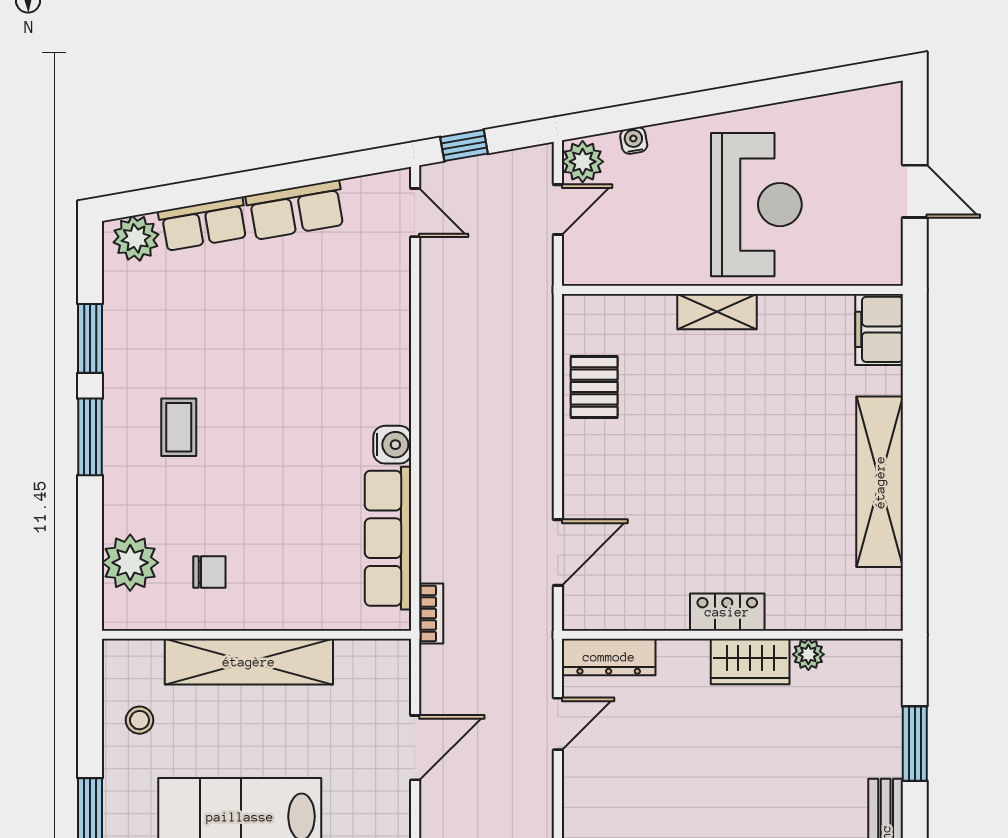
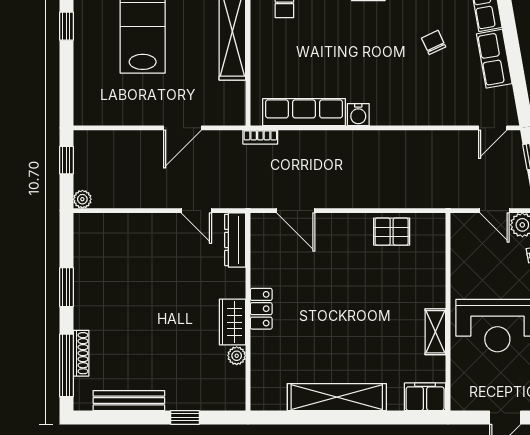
shelving: (717, 312) -> (435, 332), moved
chair: (268, 315) -> (434, 42), added
window: (915, 744) -> (185, 417), width x0.67
door: (415, 748) -> (183, 128), hinge flipped

